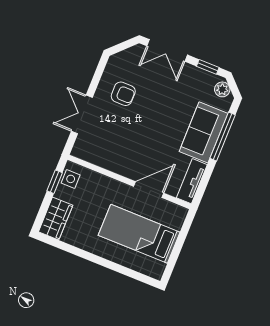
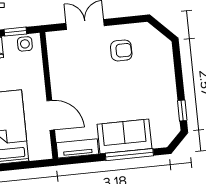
double door: (167, 50) -> (178, 68), removed
plant: (222, 89) -> (169, 133), removed
armchair: (123, 94) -> (121, 50), turned -90

